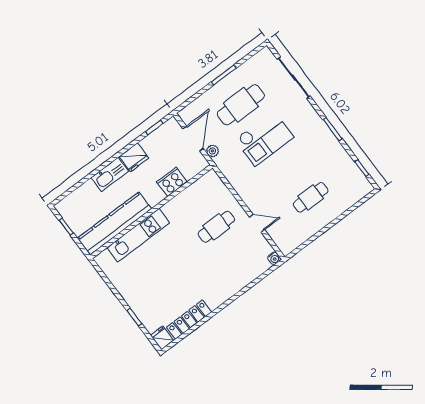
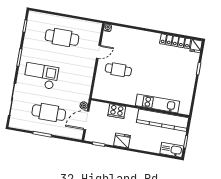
checkout: (264, 138) -> (41, 76), moved
kitchen sink: (110, 174) -> (172, 150), moved
cafe table: (311, 197) -> (62, 38), width x1.37, depth x1.35
door: (257, 223) -> (98, 52), swing flipped

